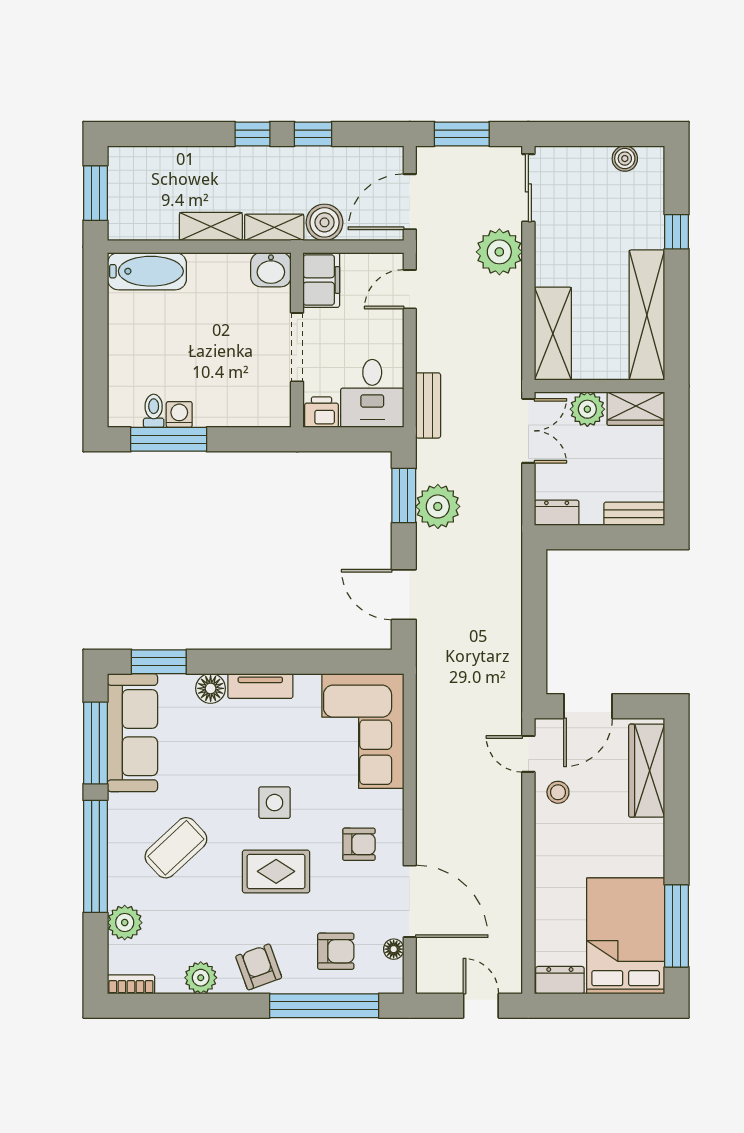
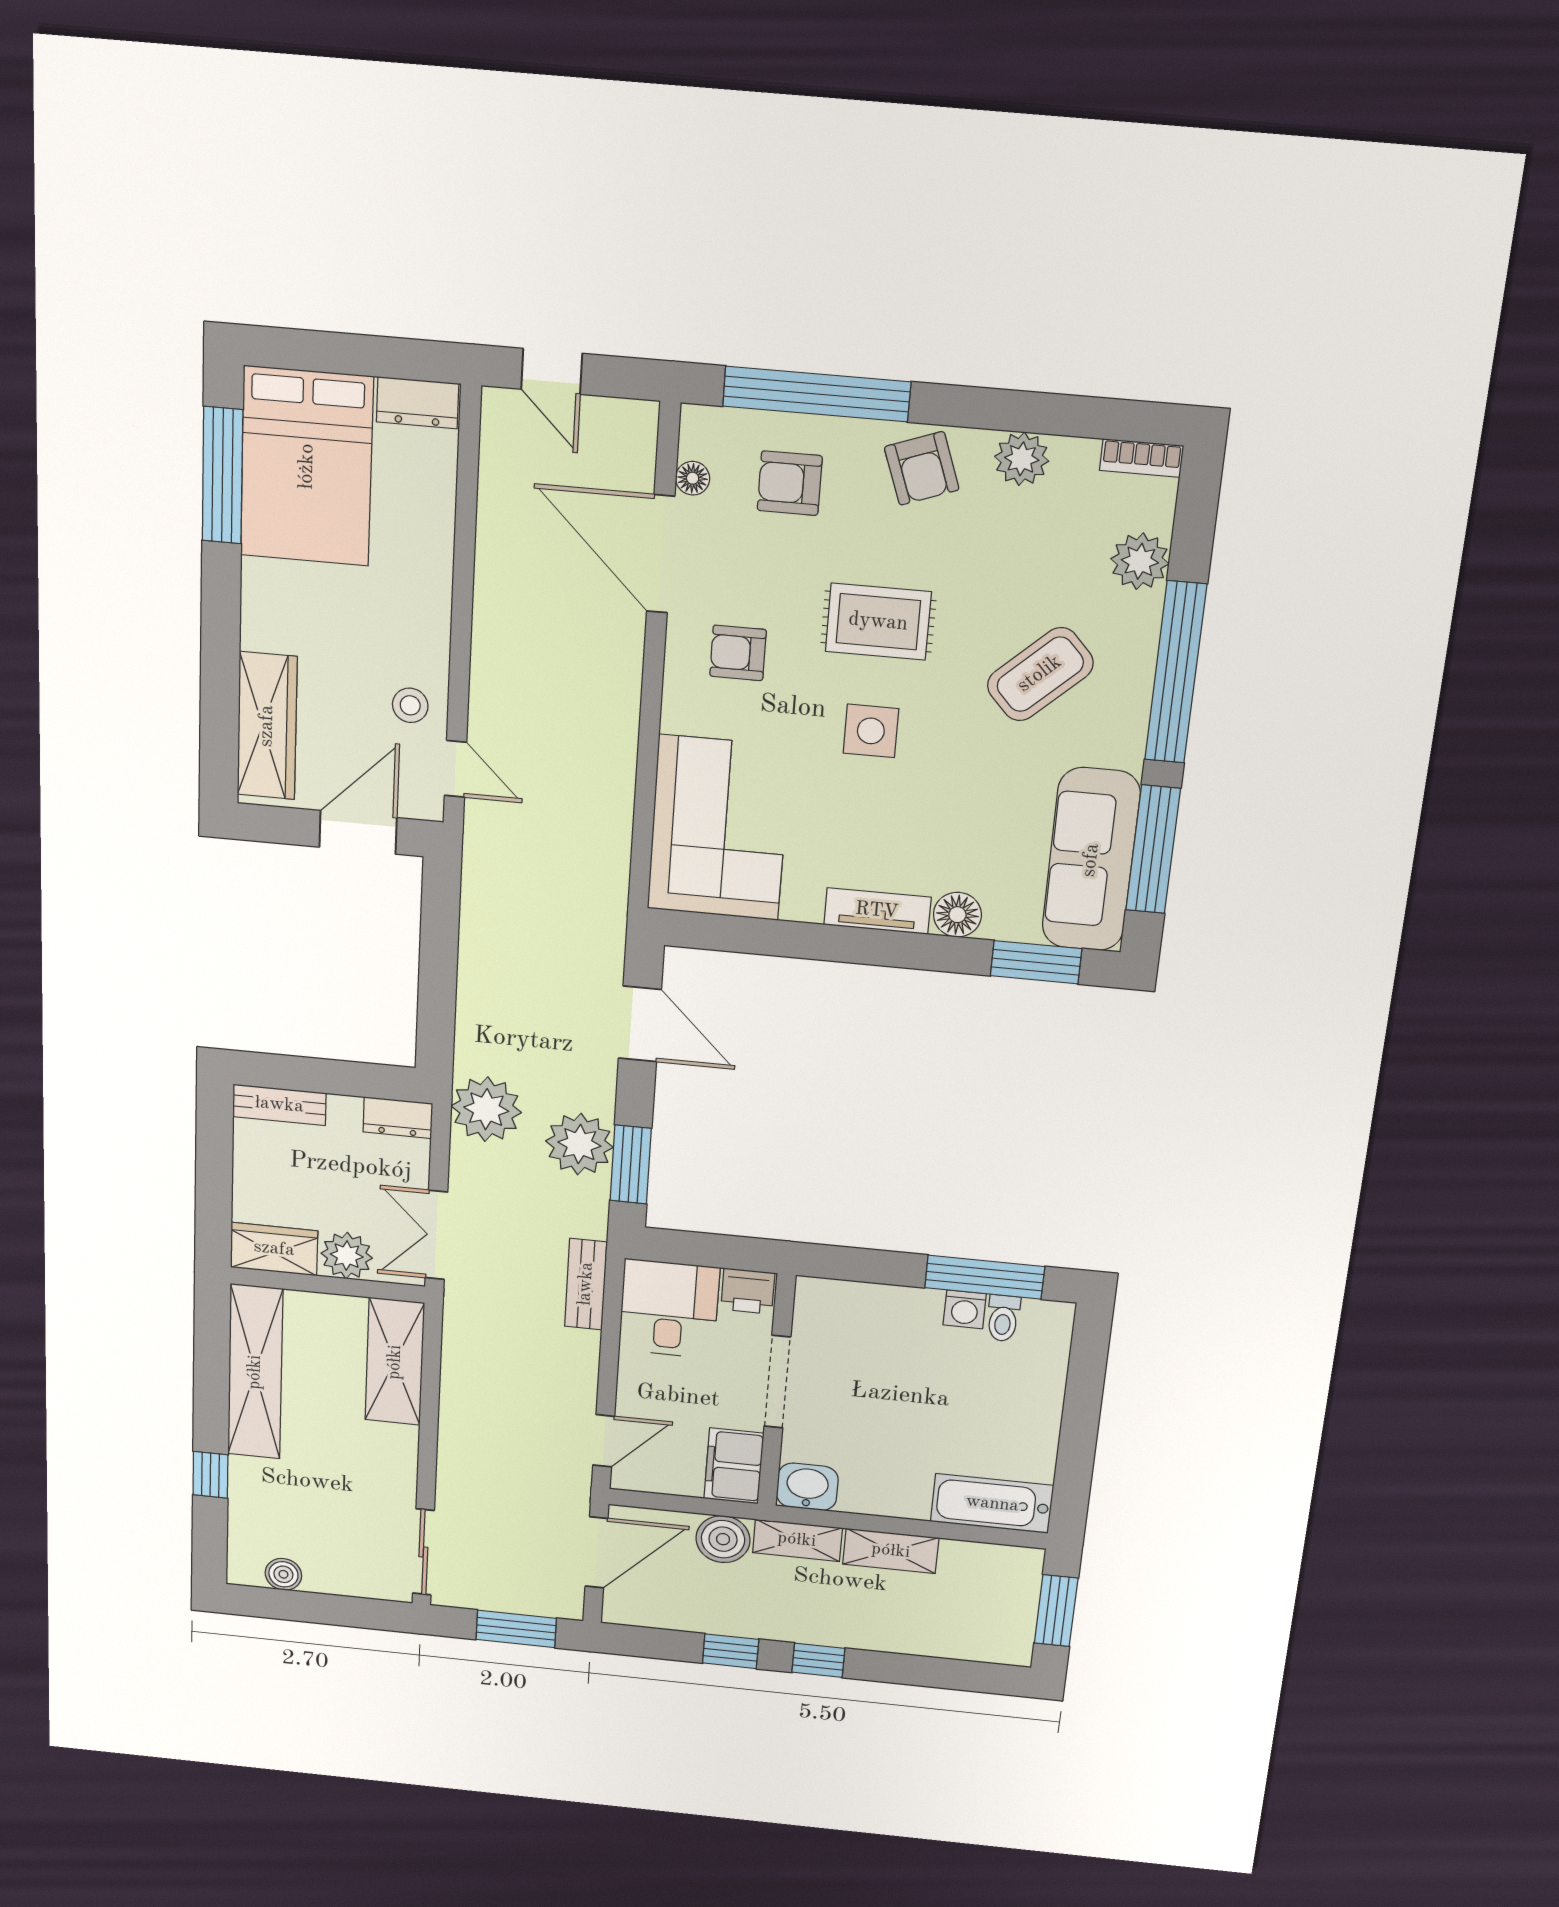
plant: (499, 252) -> (486, 1109), moved

